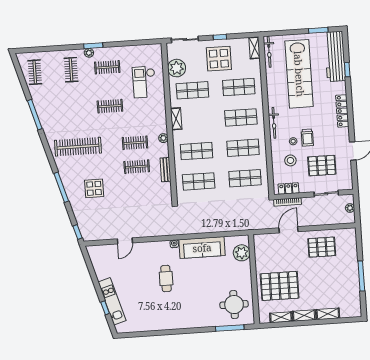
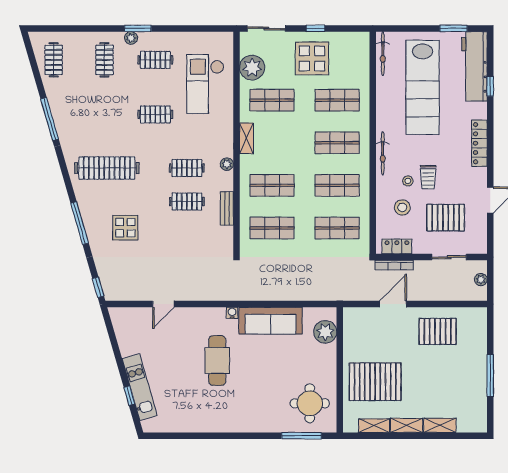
shelving: (254, 48) -> (363, 47), removed
checkout: (144, 82) -> (205, 84), width x1.36, depth x1.21
cafe table: (166, 278) -> (217, 361), width x1.37, depth x1.35

